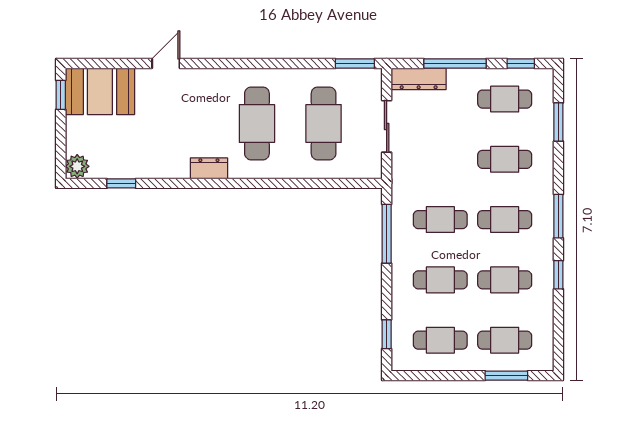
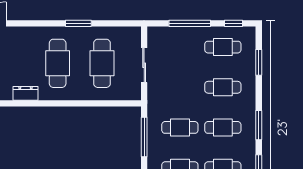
window: (355, 64) -> (78, 23), moved
dresser: (419, 79) -> (165, 34), removed

